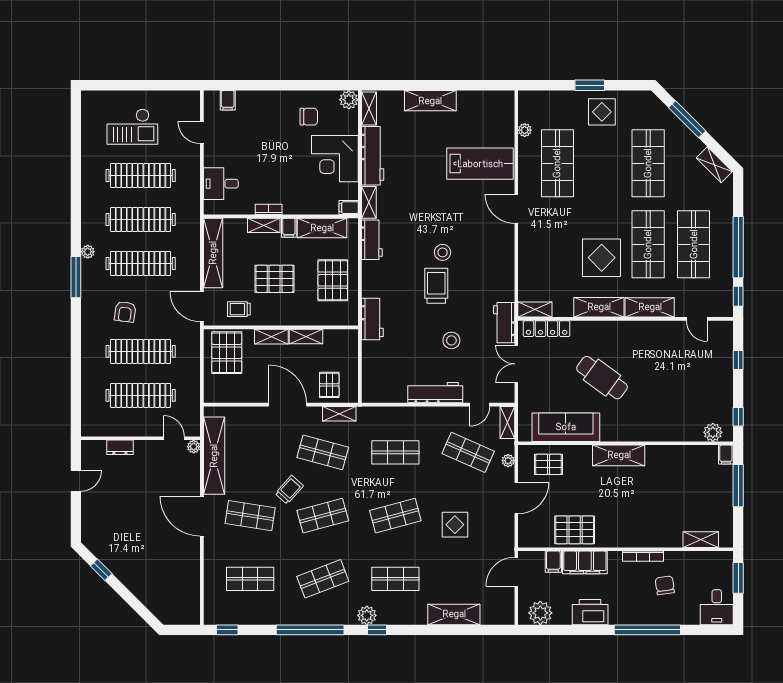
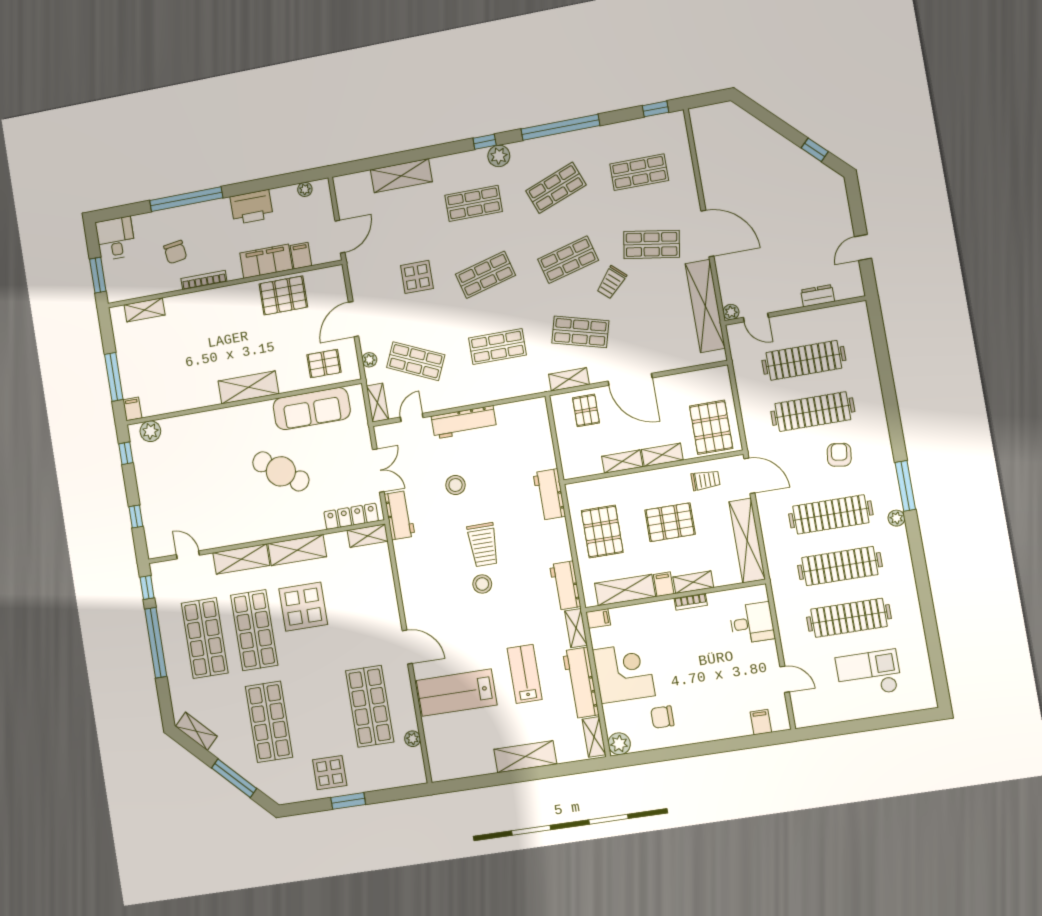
lab bench: (419, 171) -> (525, 674), added
plant: (540, 613) -> (305, 189), width x0.53, depth x0.53

